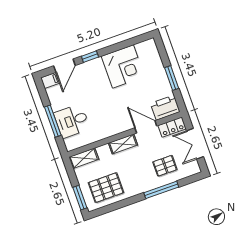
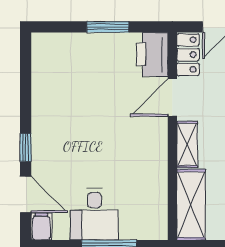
corner desk: (123, 66) -> (61, 99), removed
desk: (72, 121) -> (94, 214), moved
shelving: (84, 158) -> (191, 205), width x1.50, depth x1.33

